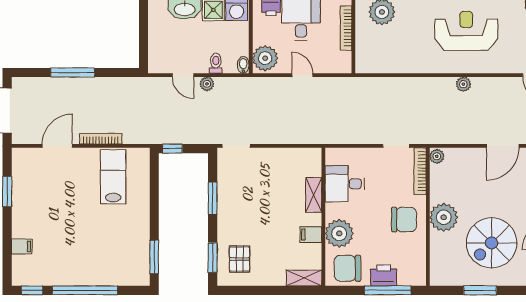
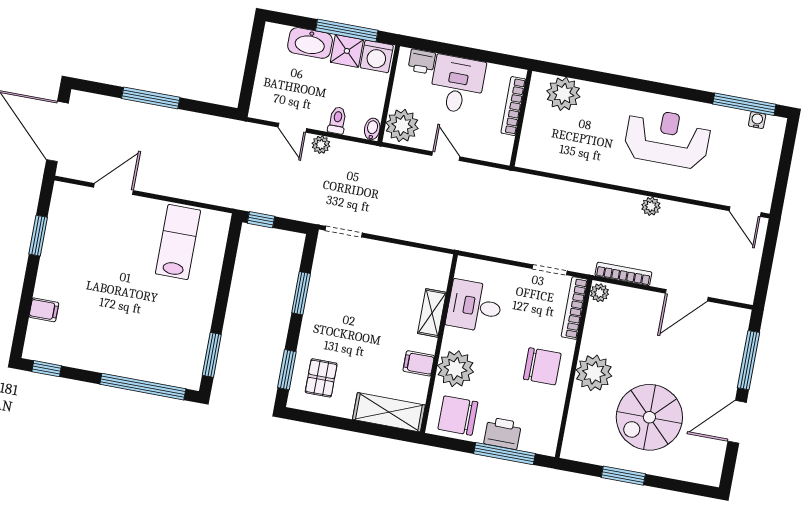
bookcase: (101, 139) -> (623, 274), moved
shelving: (304, 278) -> (389, 412), width x1.50, depth x1.33
window: (85, 290) -> (143, 387), moved

